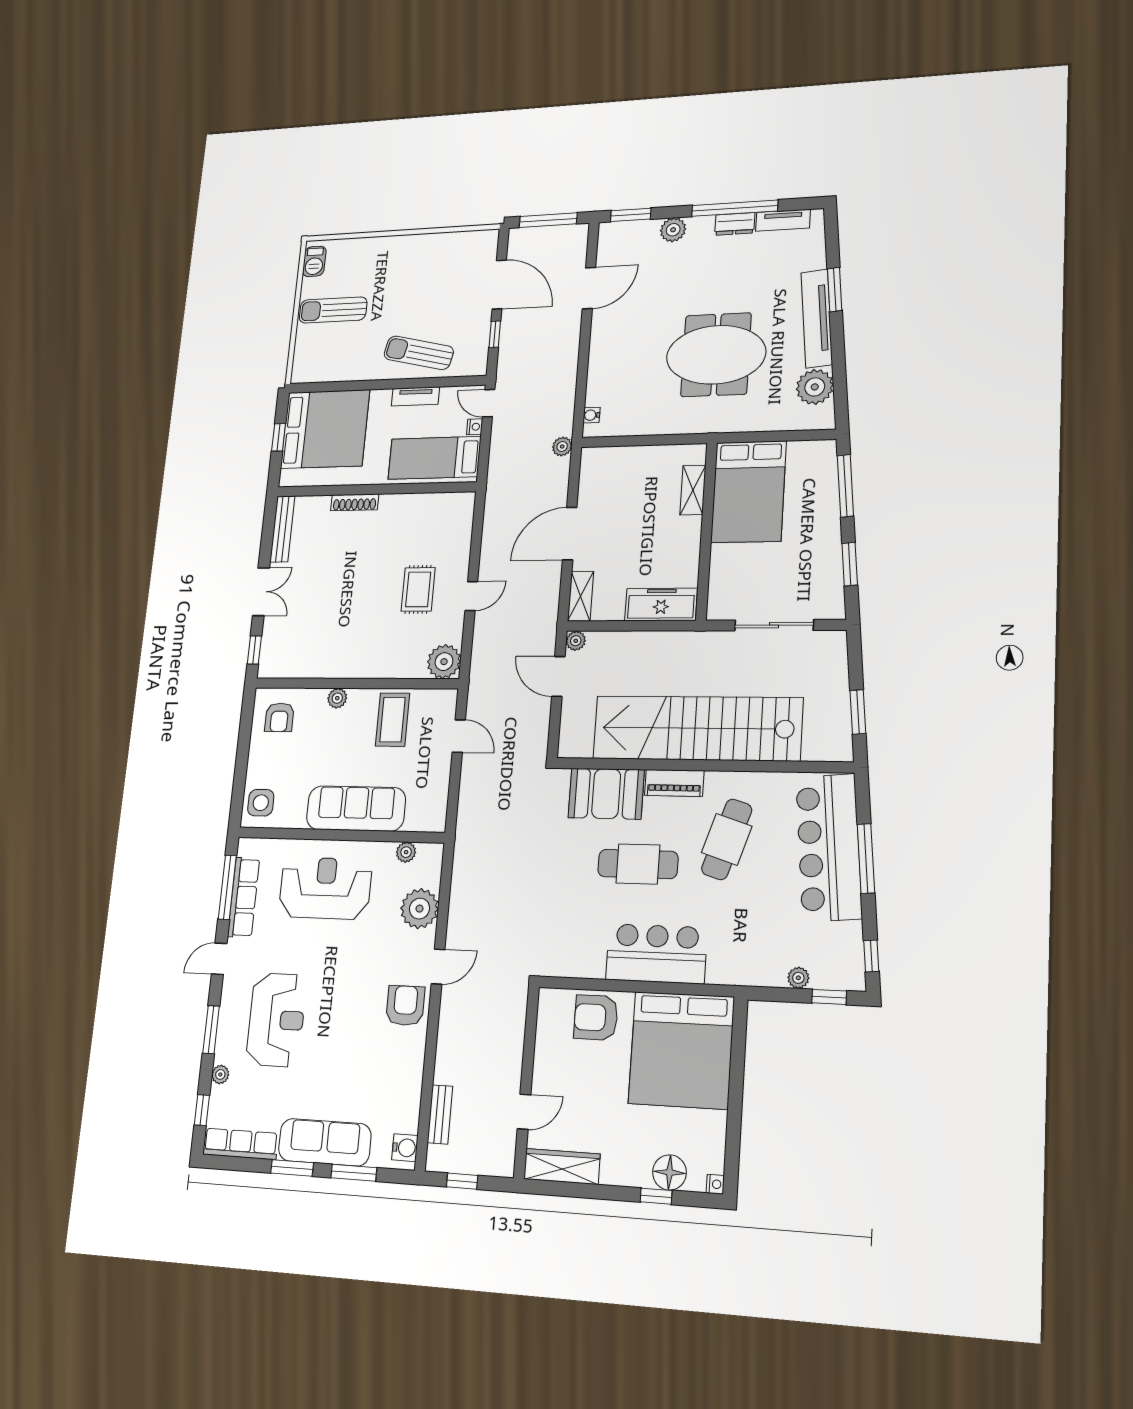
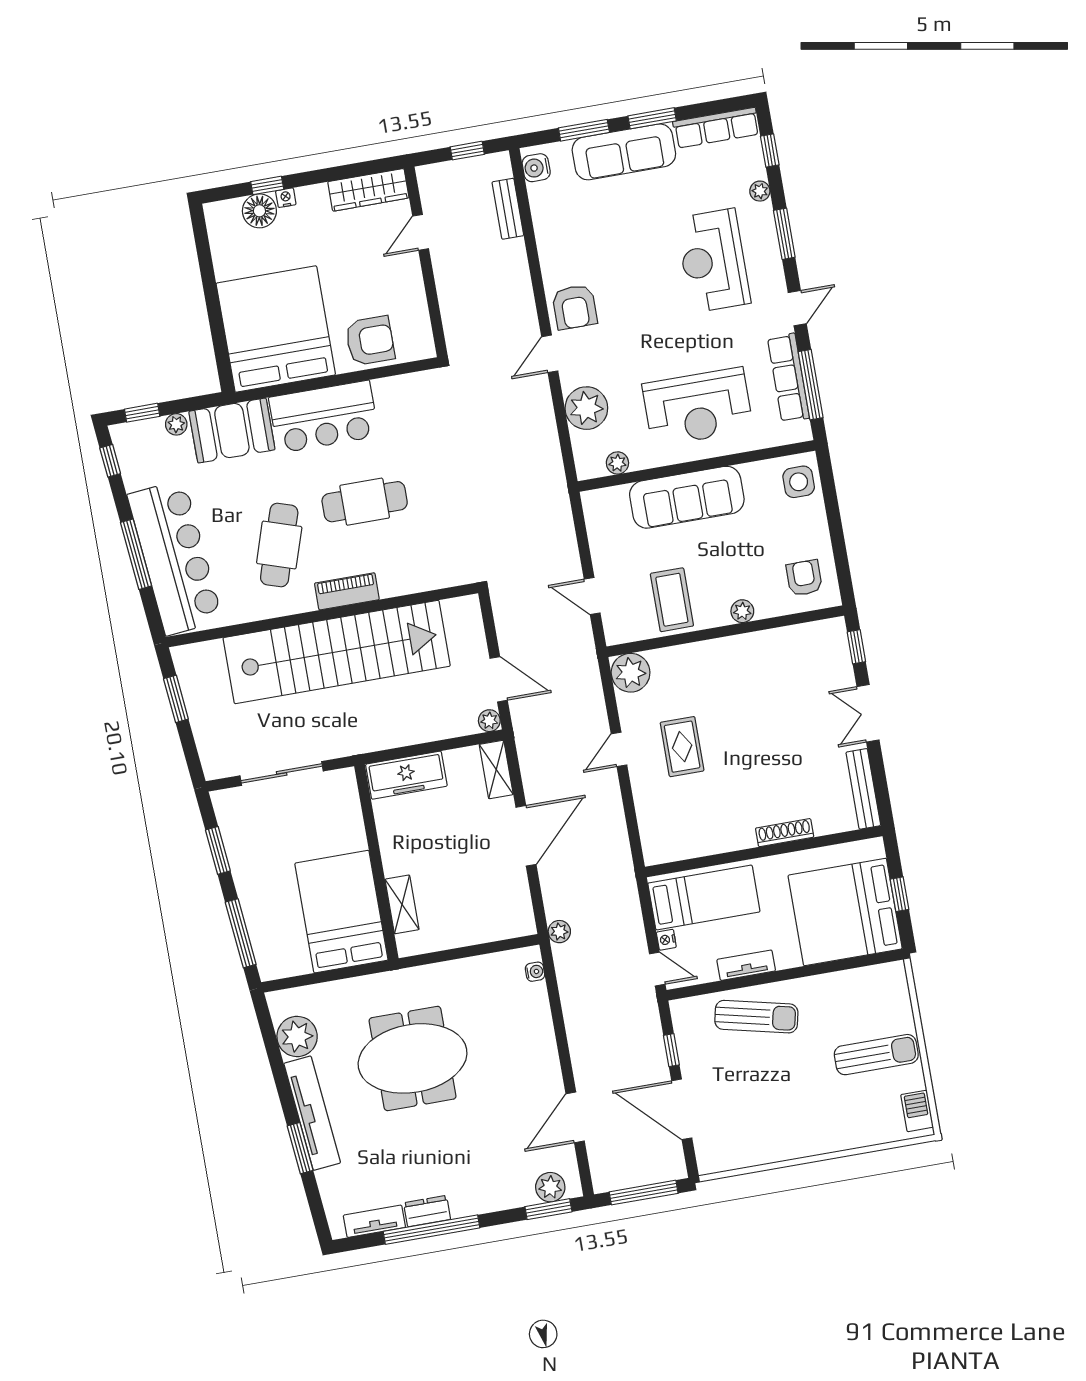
plant: (673, 230) -> (550, 1187), moved
booth: (606, 794) -> (232, 431), moved
nightstand: (715, 1184) -> (286, 198), moved, turned 90

